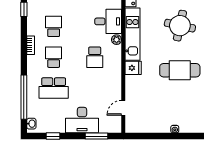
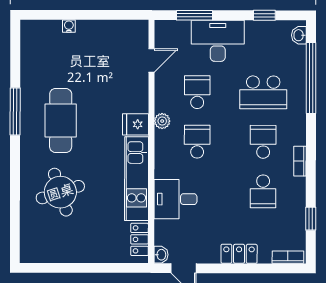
round table: (180, 26) -> (60, 192), turned -30
plant: (117, 40) -> (162, 121), moved
school desk: (54, 57) -> (263, 142), turned 180
cafe table: (180, 70) -> (61, 121), turned 90
school desk: (54, 88) -> (263, 92), turned 180
school desk: (95, 88) -> (197, 92), added

